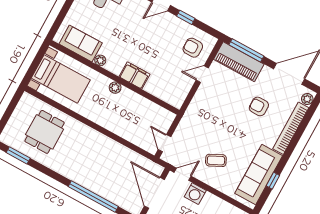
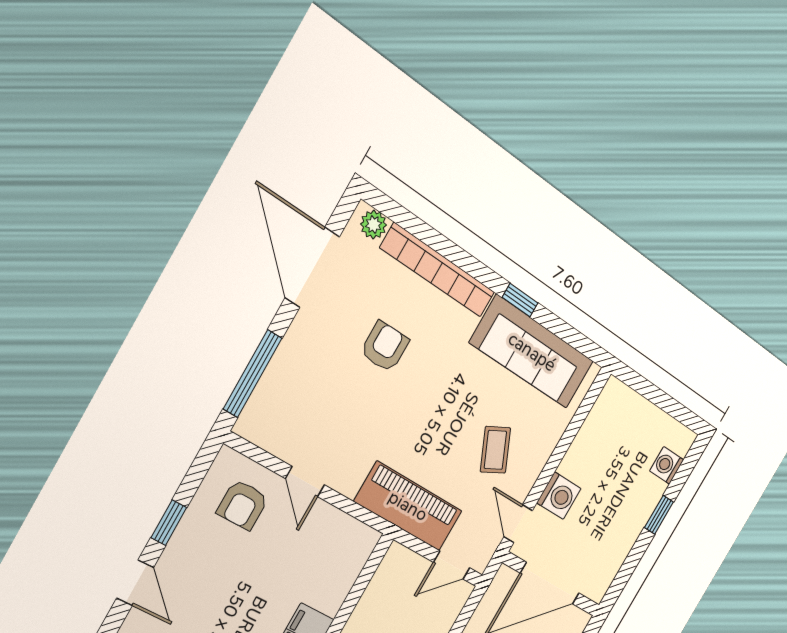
piano: (239, 62) -> (408, 506), moved, turned -90
armchair: (259, 106) -> (385, 347), turned 180
window: (273, 181) -> (520, 300), moved

